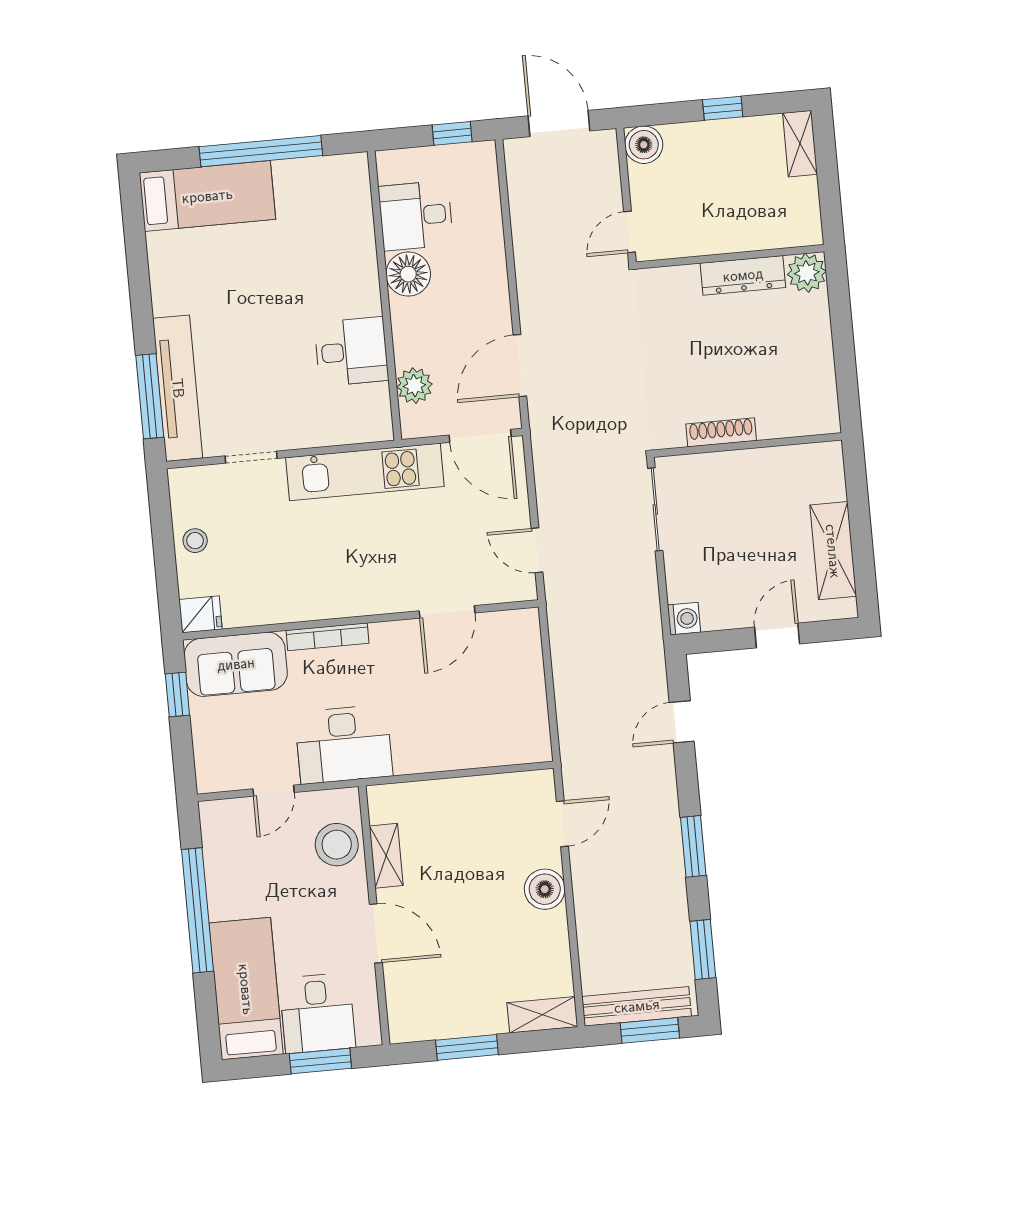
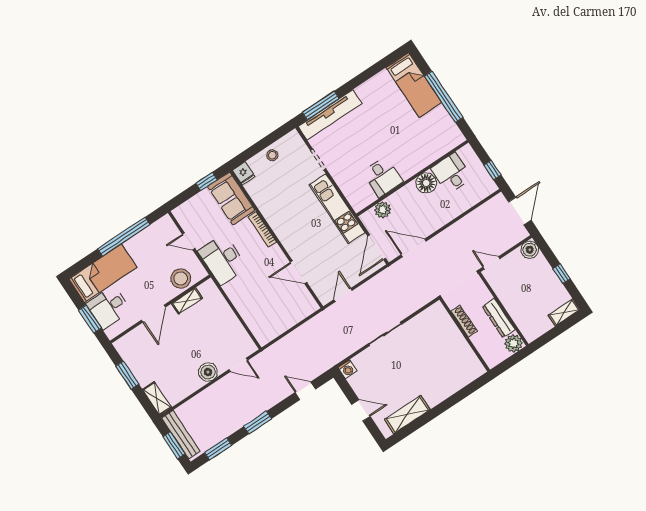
shoe rack: (721, 432) -> (464, 321), moved
wall: (748, 445) -> (465, 335), moved

